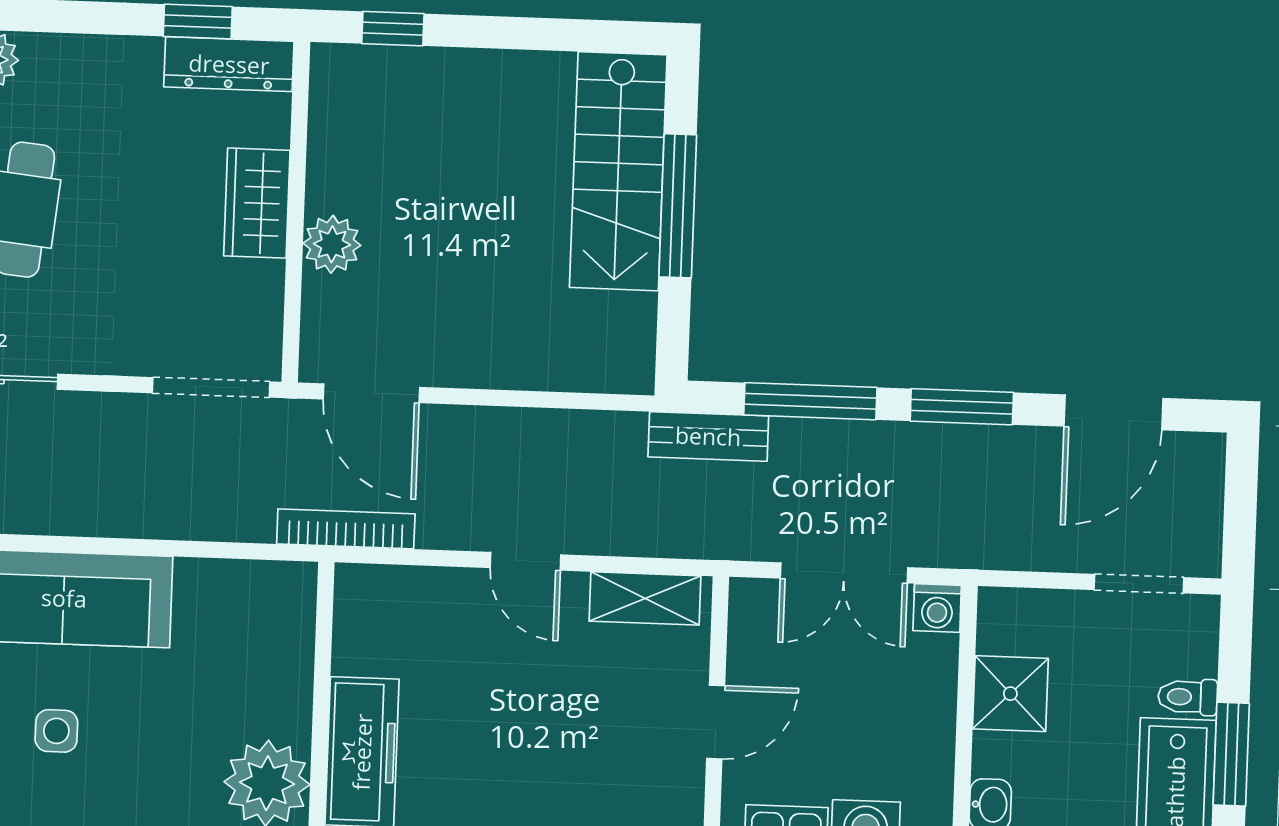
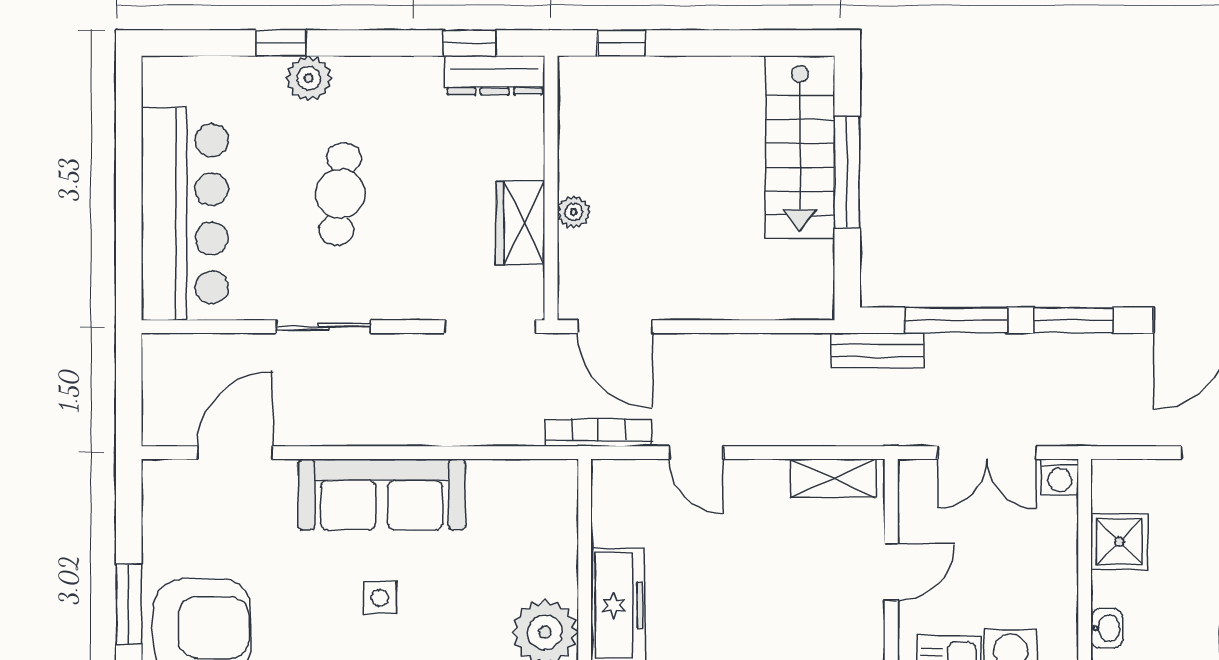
wardrobe: (257, 203) -> (520, 223), moved
plant: (332, 244) -> (574, 212), width x0.73, depth x0.73
door: (526, 561) -> (696, 453), moved

